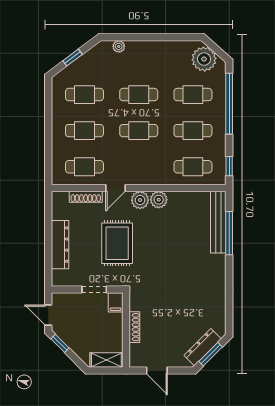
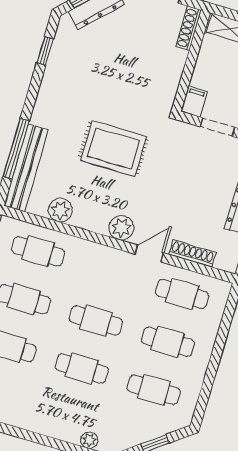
plant: (159, 200) -> (60, 210), moved
rug: (117, 243) -> (114, 148), moved, turned 90
window: (229, 307) -> (45, 51), added
shoe rack: (134, 327) -> (189, 28), moved

